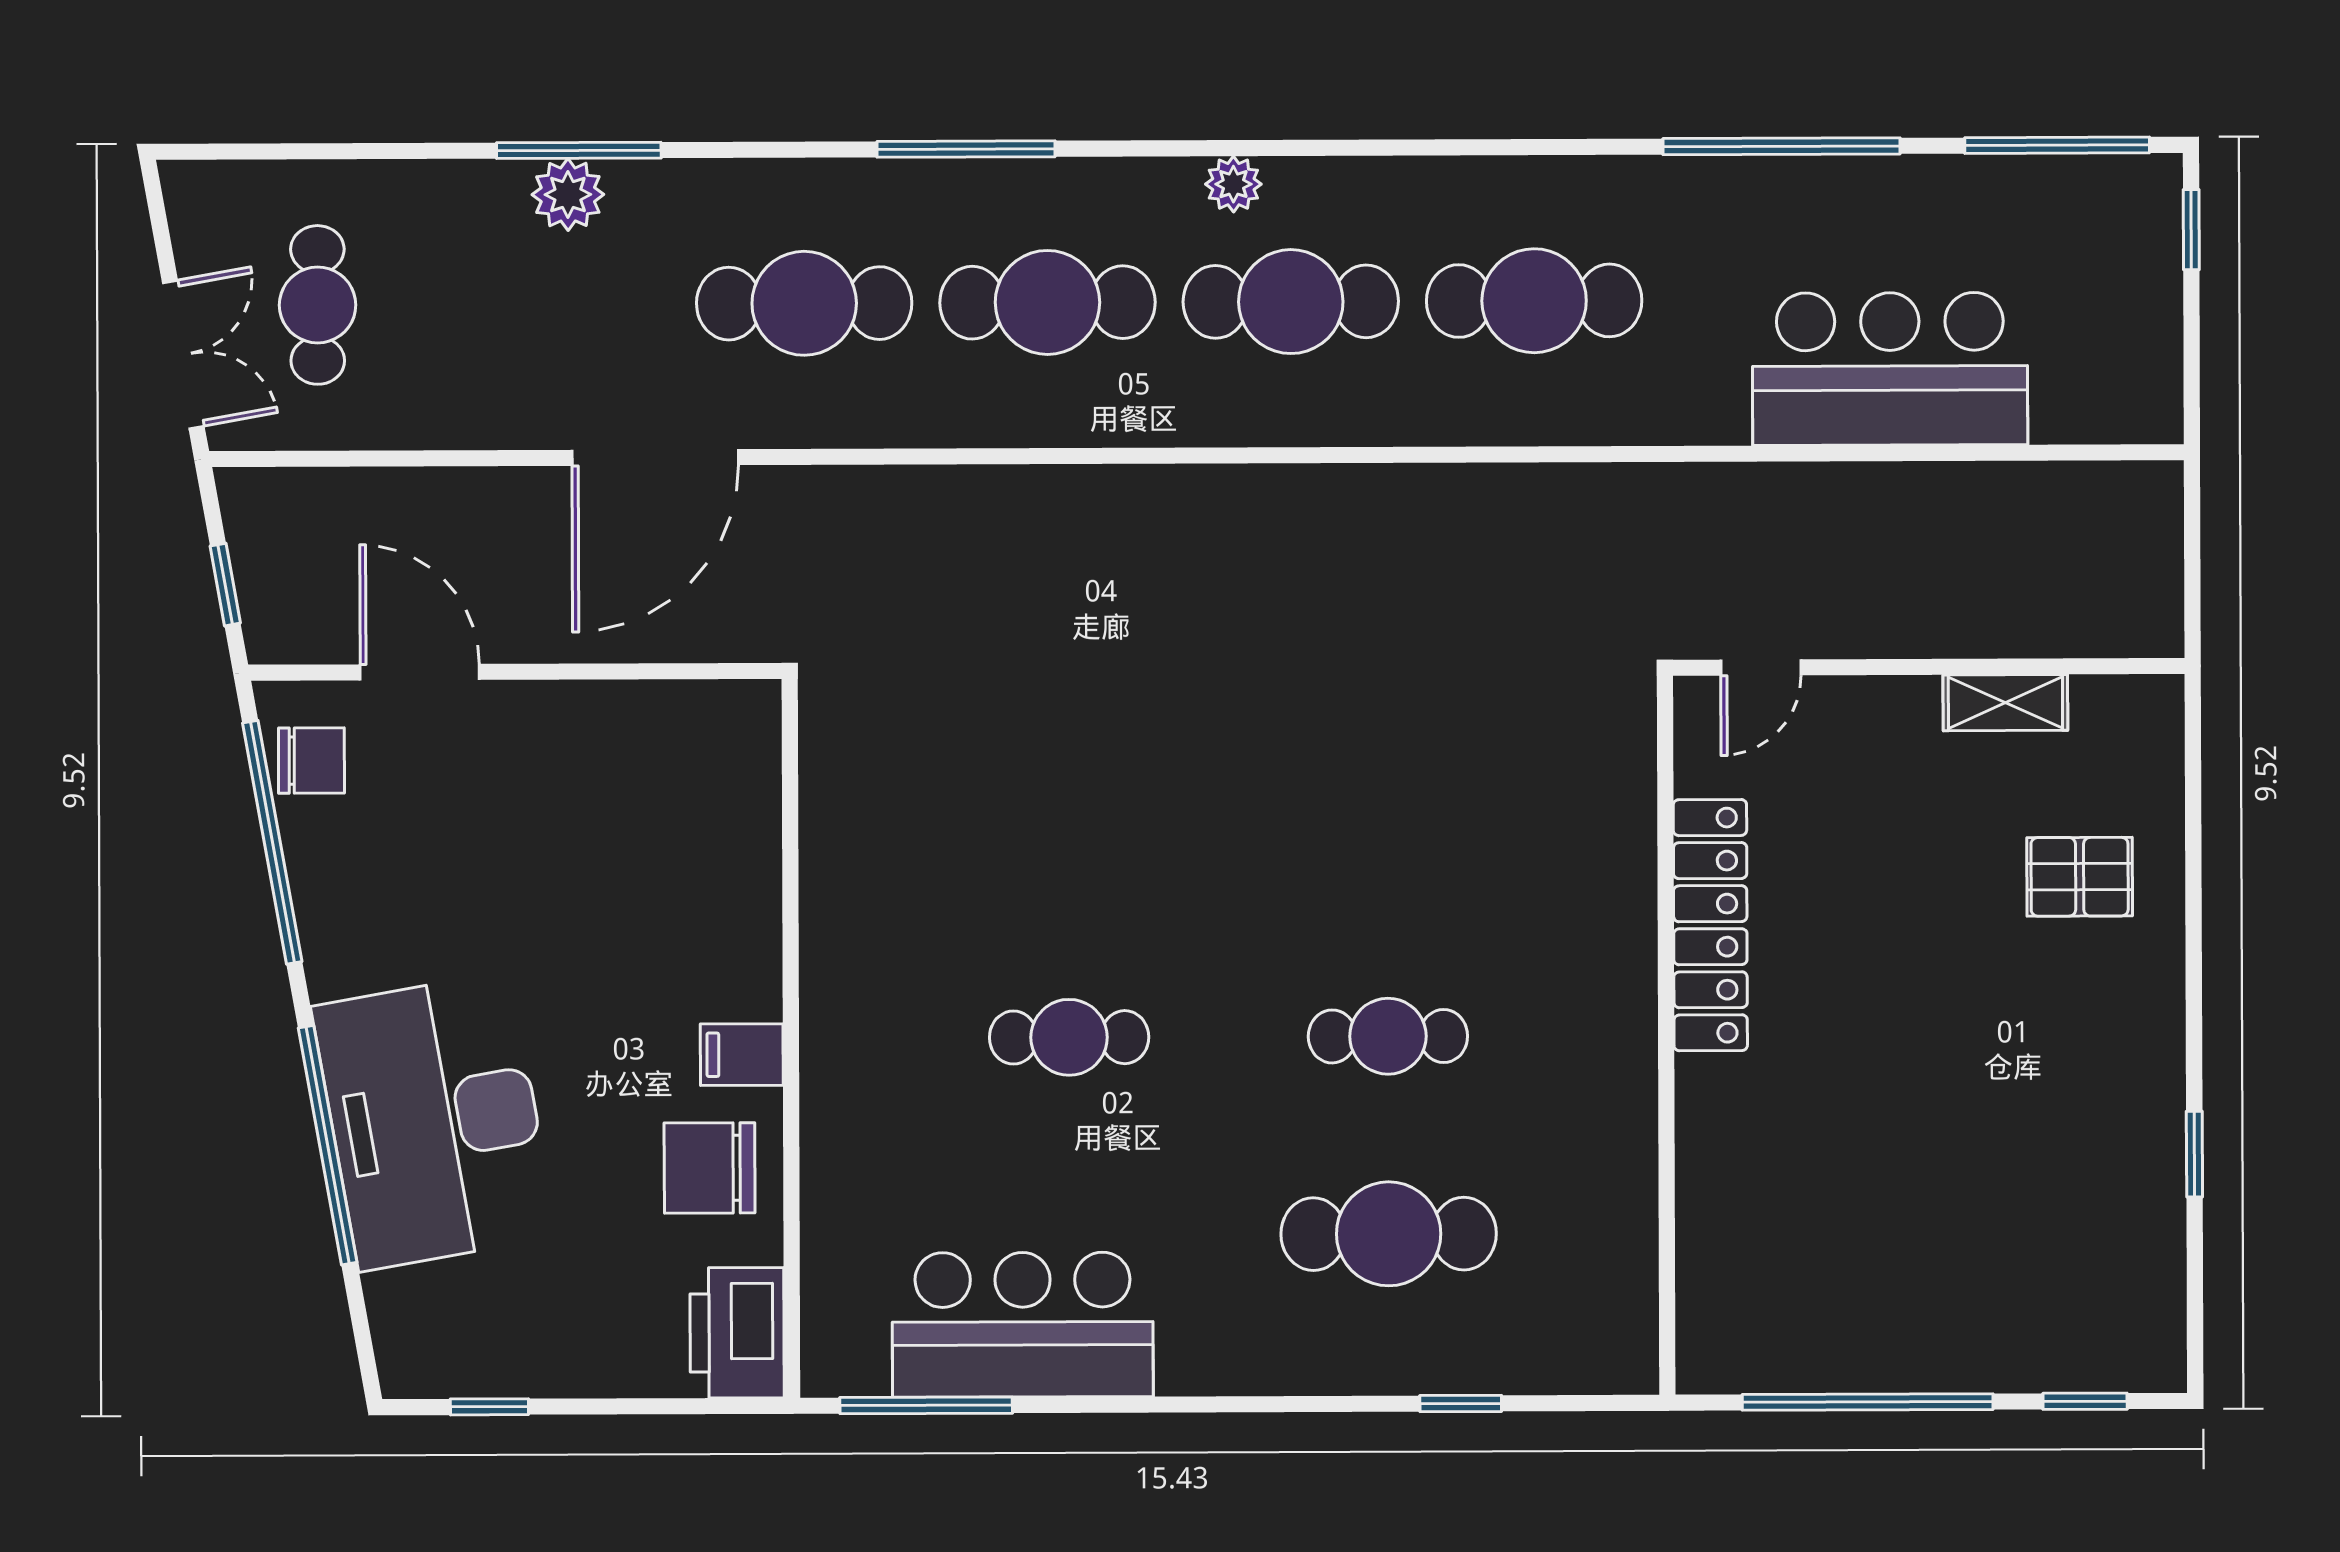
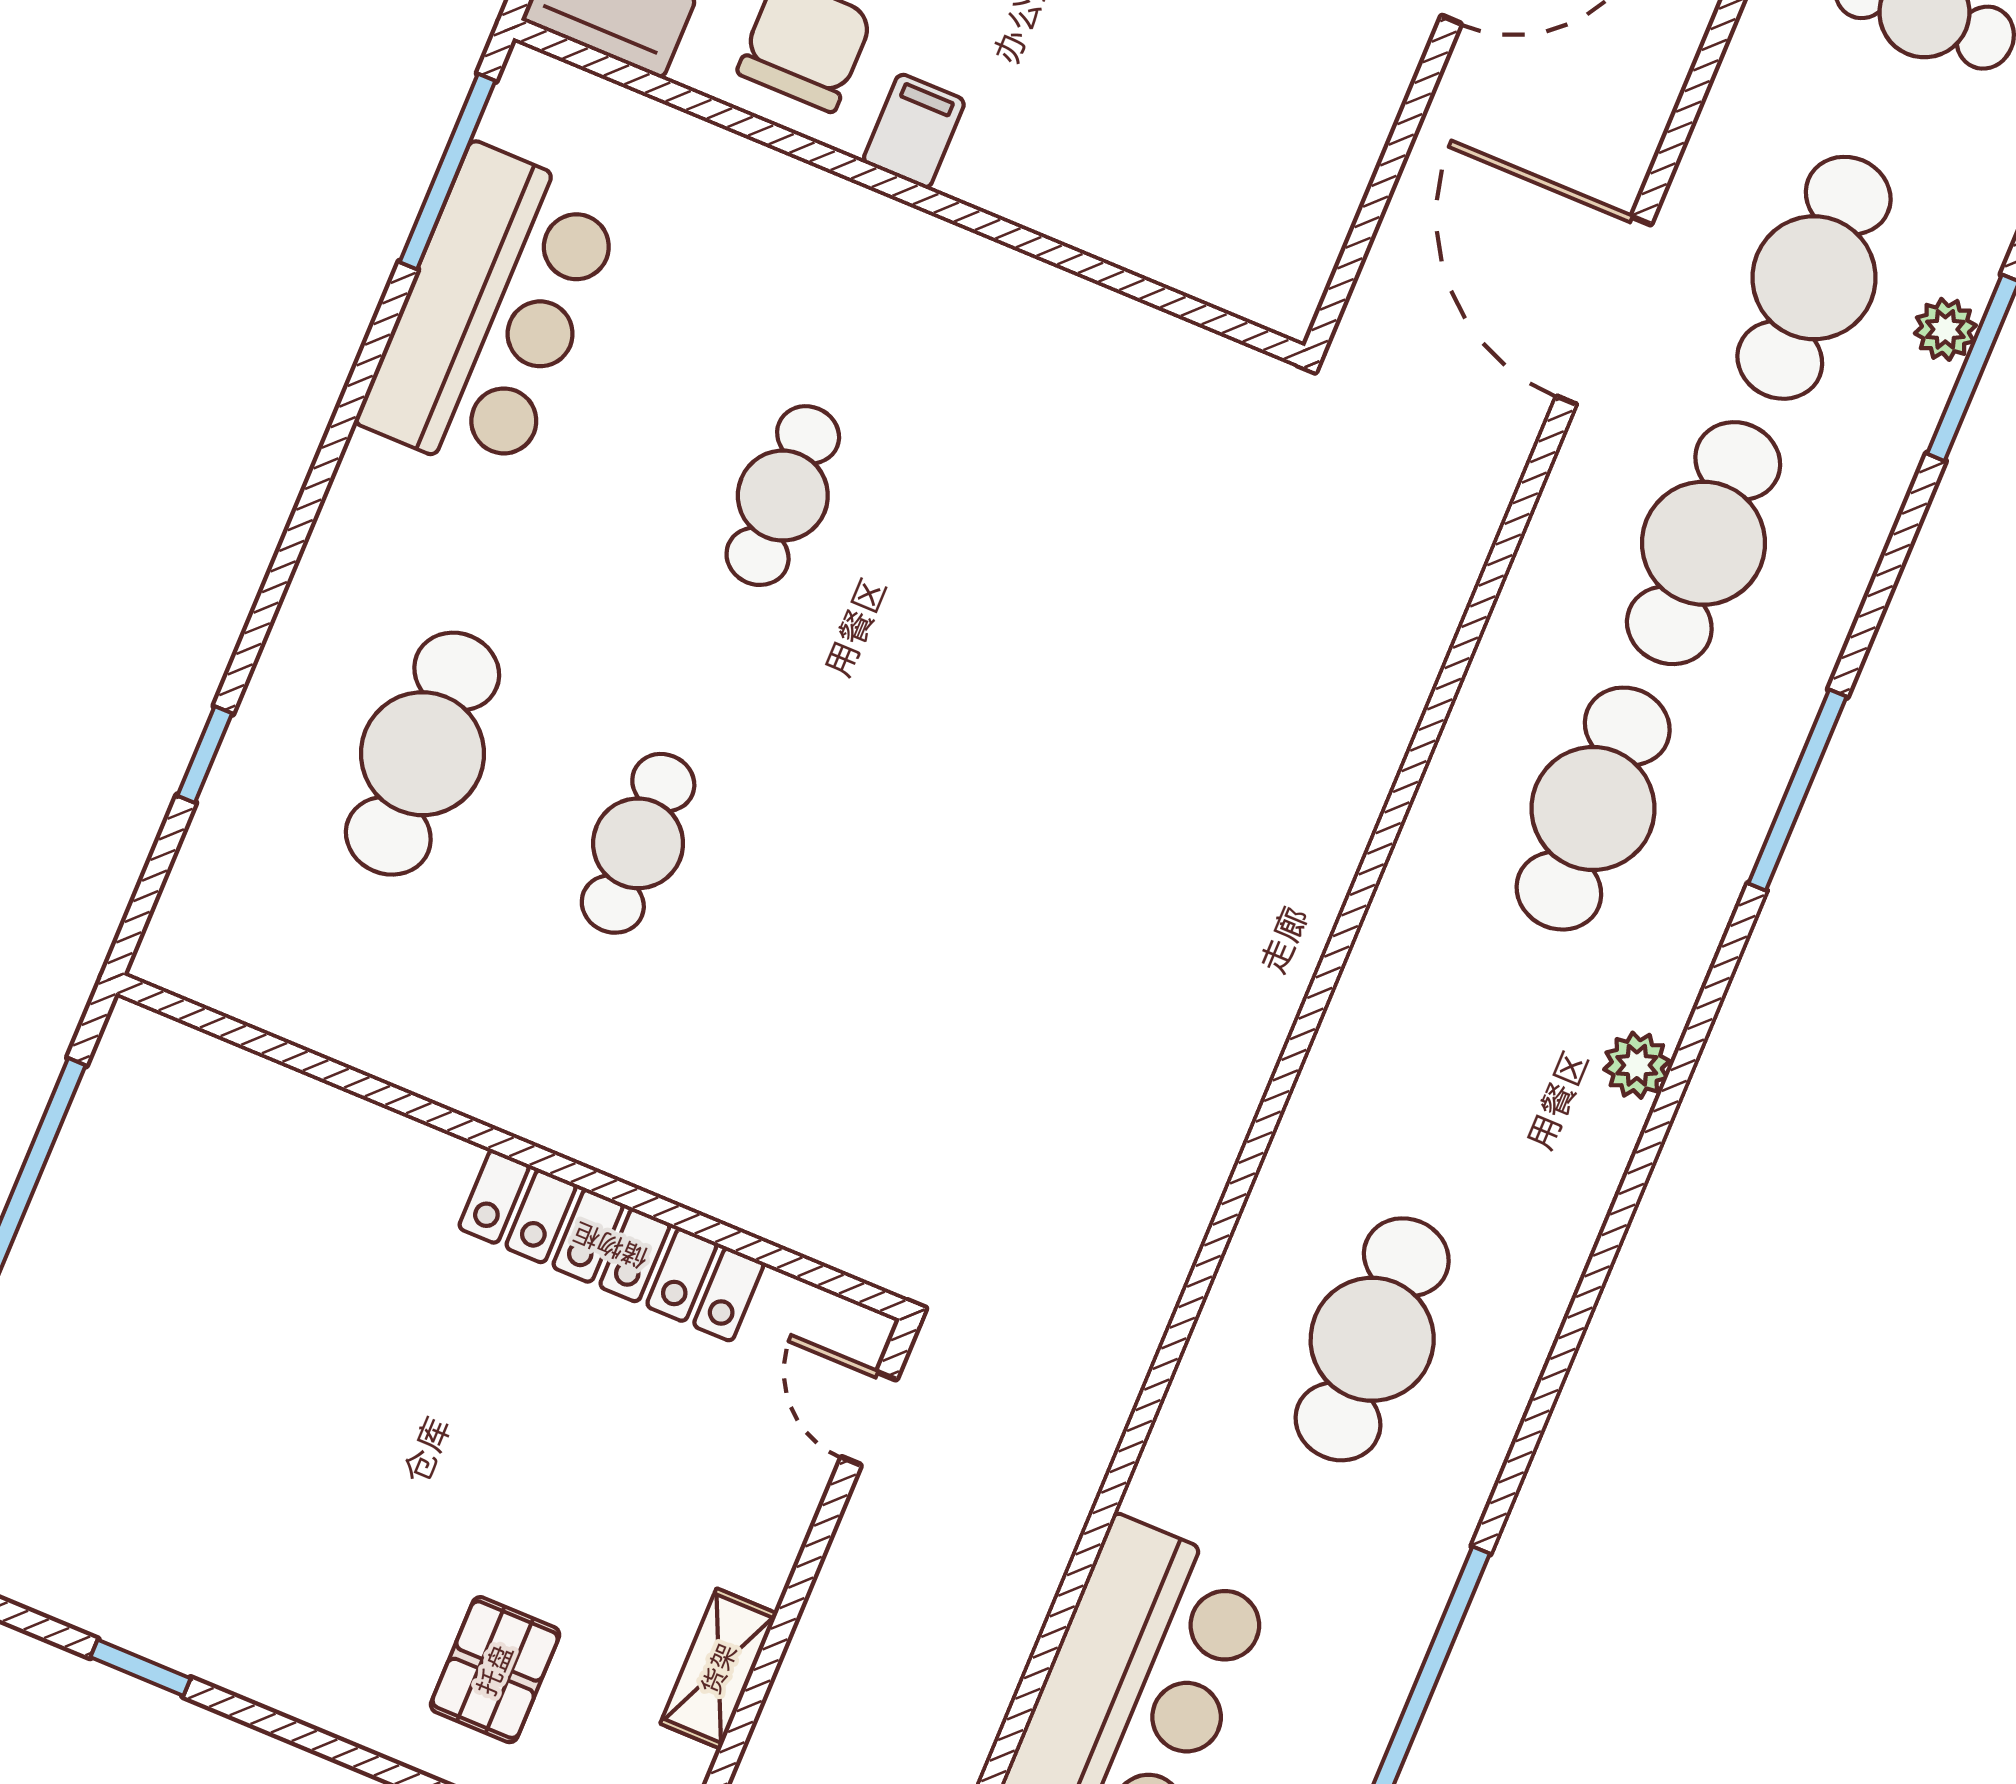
plant: (568, 195) -> (1945, 329), width x0.73, depth x0.73
cafe table: (1291, 302) -> (1814, 278), moved

